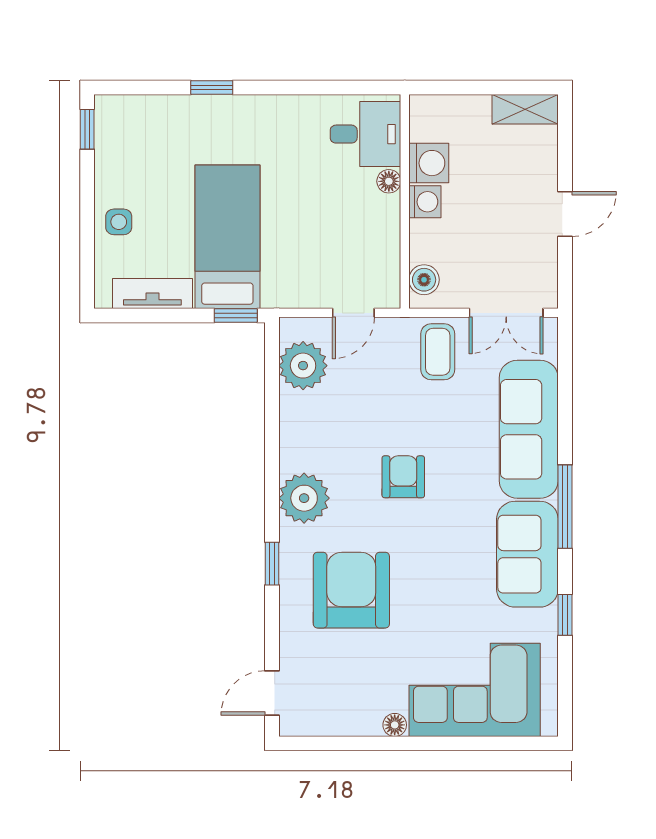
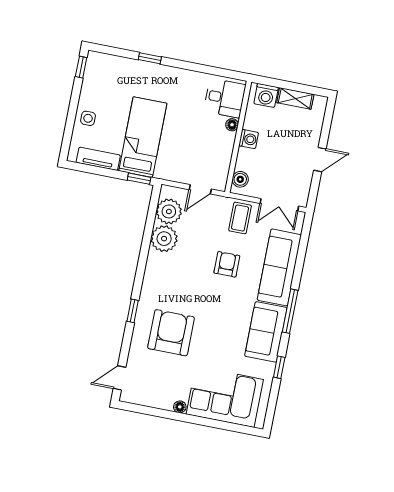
shelving: (525, 109) -> (295, 98), moved
washing machine: (429, 163) -> (266, 95), moved, turned 90
armchair: (403, 477) -> (227, 264), moved
plant: (304, 498) -> (164, 239), moved

